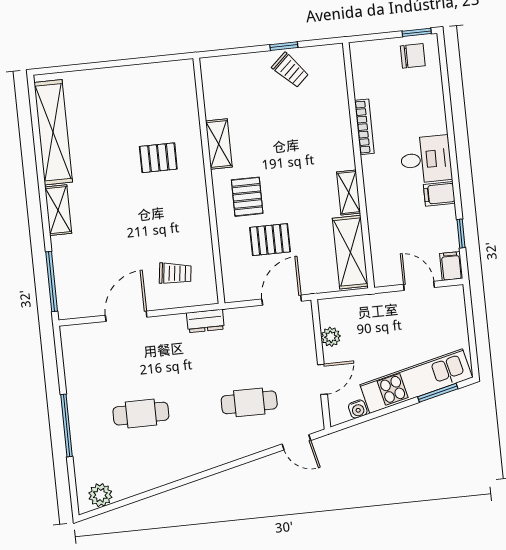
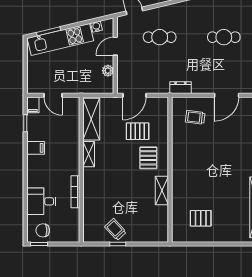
pallet: (158, 158) -> (201, 218), moved
desk: (426, 159) -> (41, 201), moved

